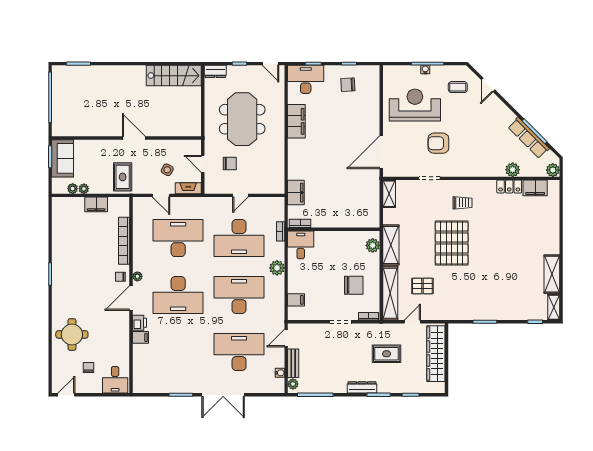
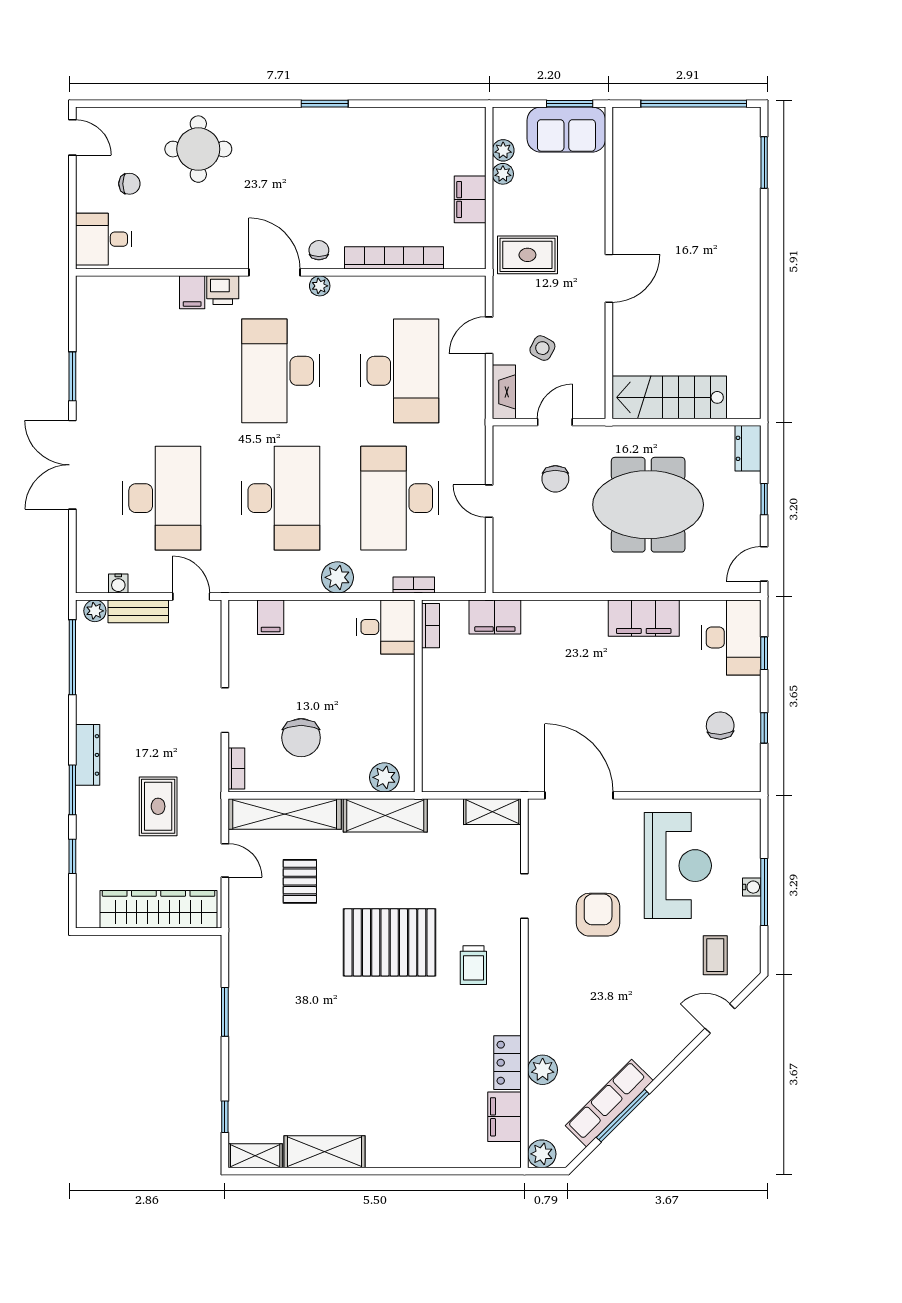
stairs: (174, 76) -> (669, 397), moved, turned 90

